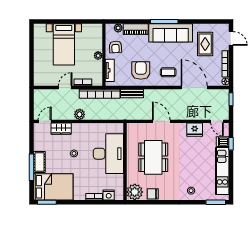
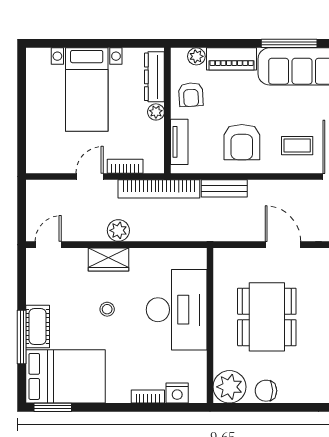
dresser: (97, 38) -> (154, 77), added
armchair: (141, 70) -> (242, 142), turned 180
wardrobe: (61, 129) -> (108, 259), moved

